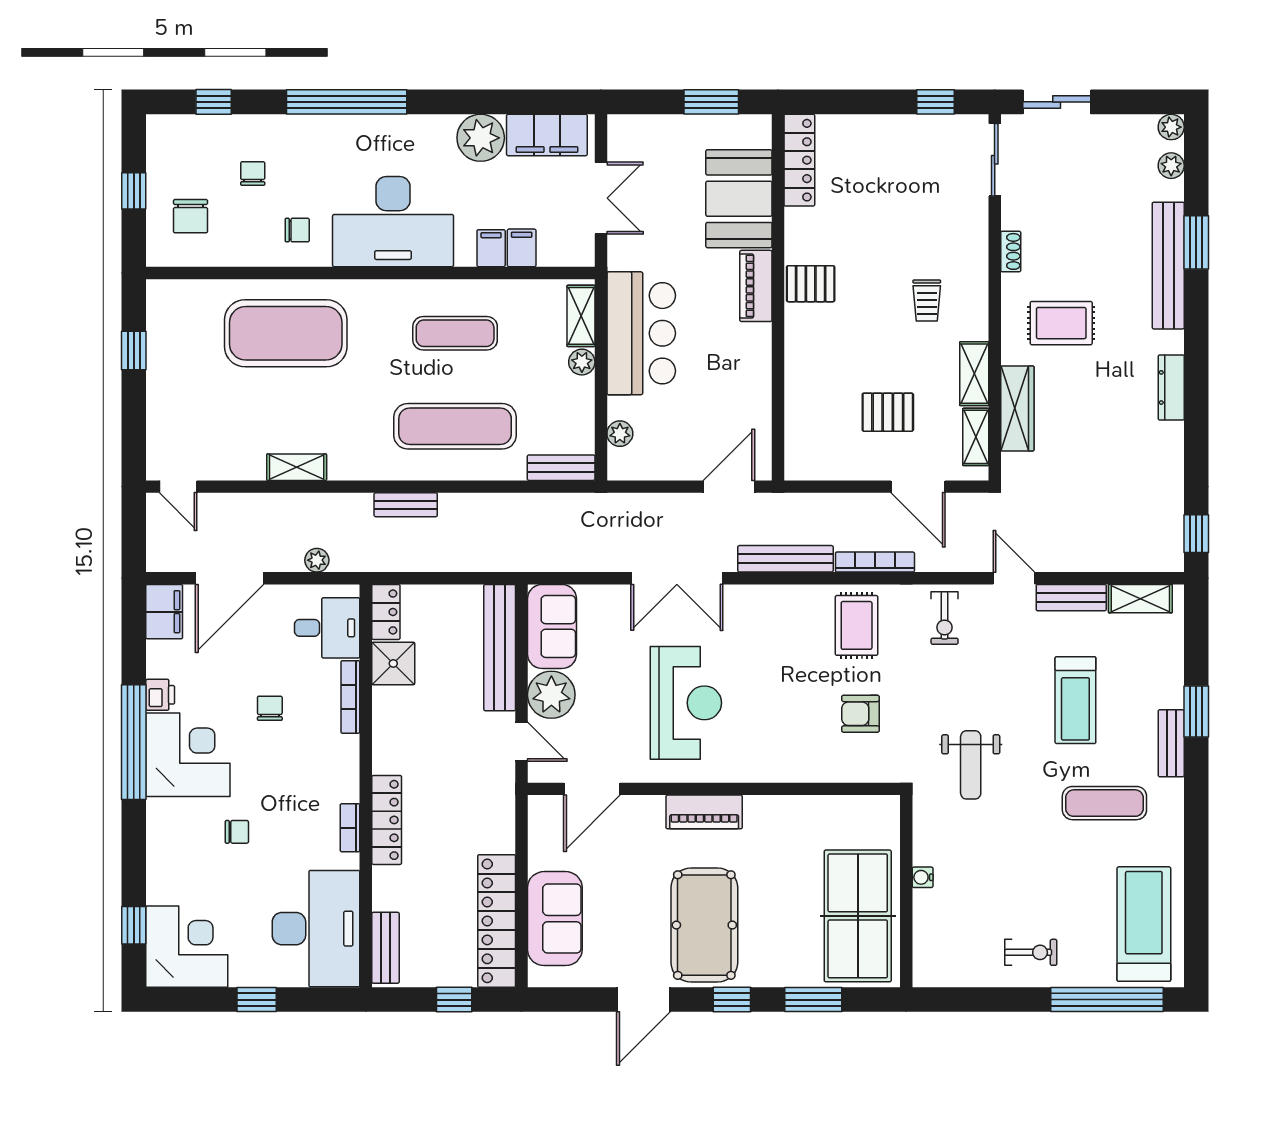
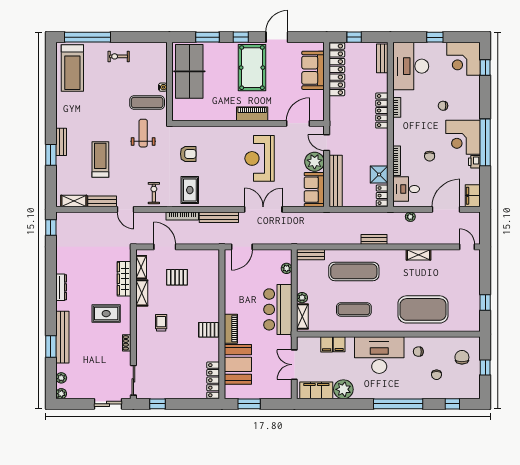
exercise mat: (1104, 803) -> (147, 102), moved

